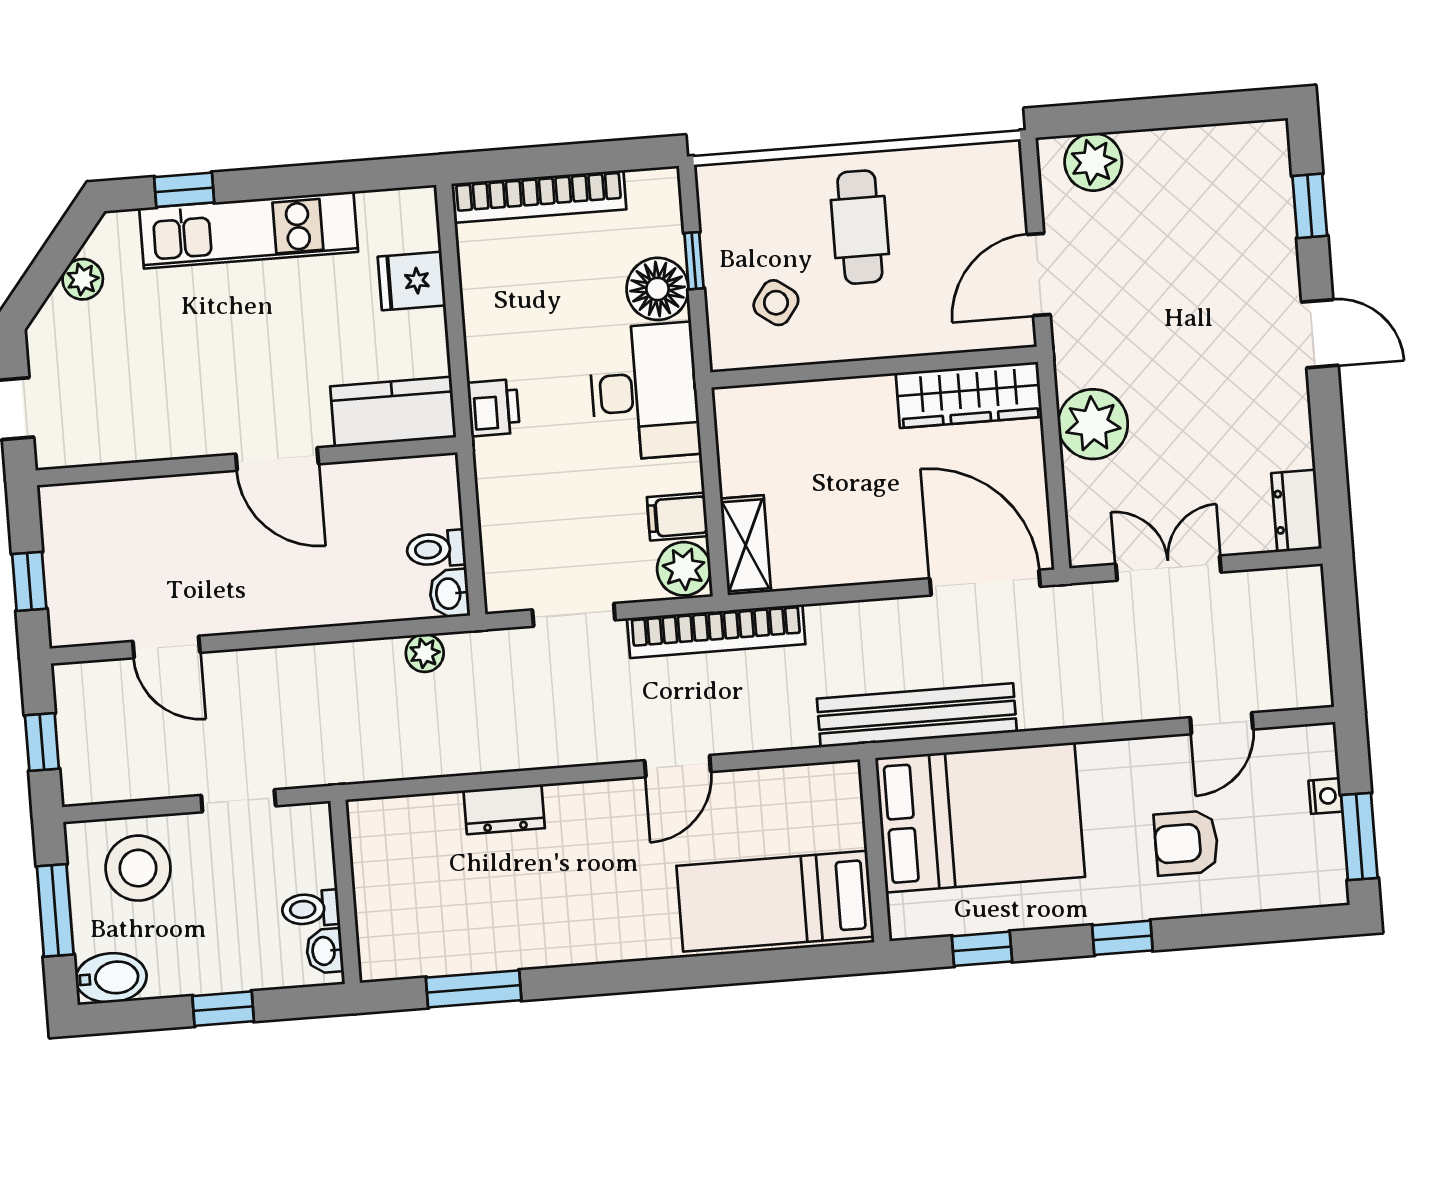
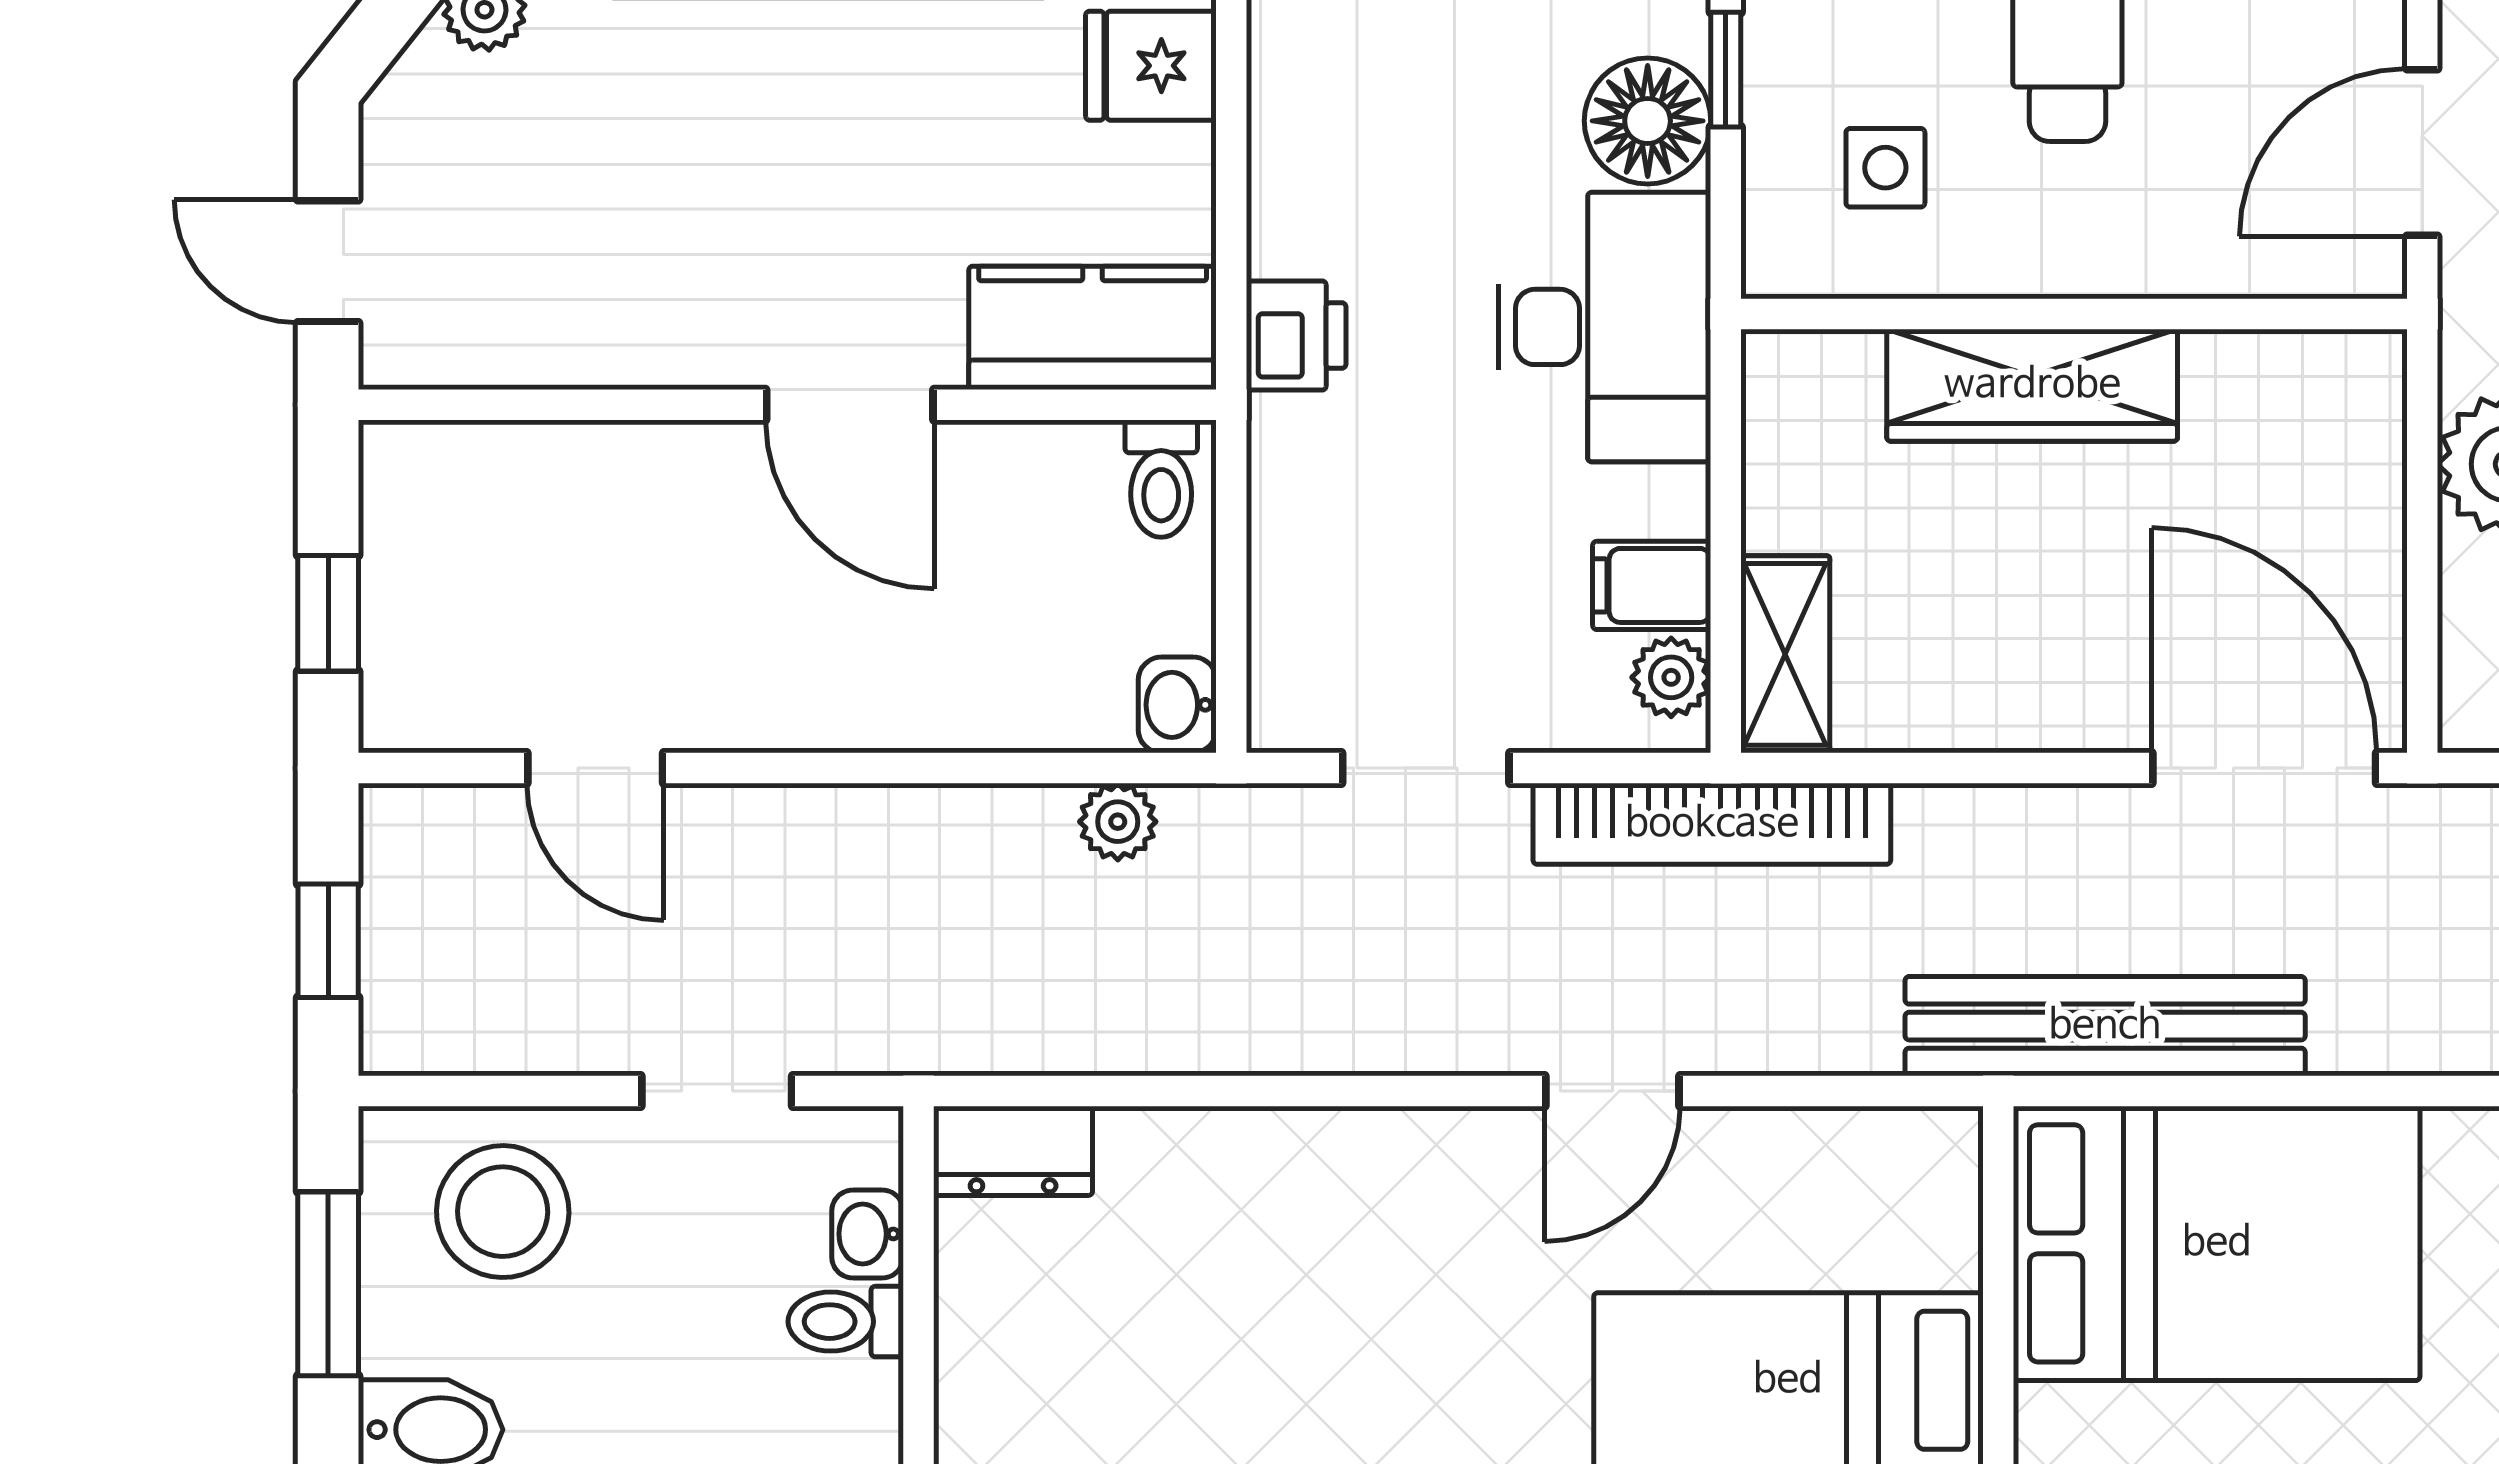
side table: (776, 303) -> (1885, 168), turned -36
wardrobe: (969, 395) -> (2032, 385), moved
toilet: (436, 549) -> (1161, 479), moved, turned -90
plant: (684, 569) -> (1671, 677), width x0.73, depth x0.73
dresser: (504, 809) -> (1013, 1151), moved
washbasin: (325, 951) -> (868, 1234), moved

